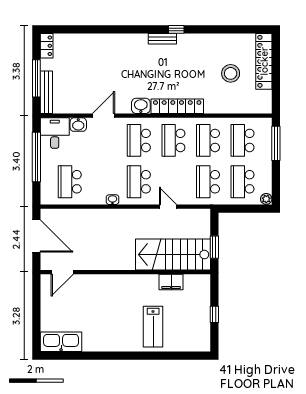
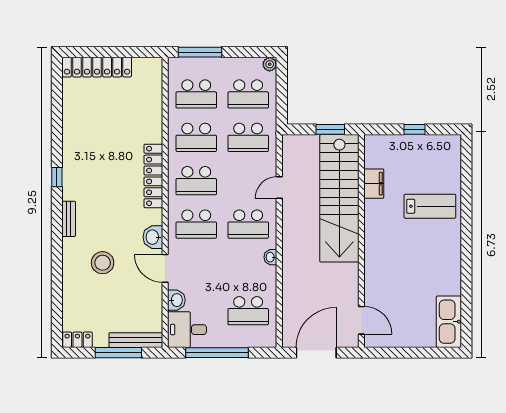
bench: (162, 39) -> (69, 219), moved
stool: (231, 73) -> (103, 263), moved
washbasin: (141, 106) -> (153, 237), moved
stairs: (173, 255) -> (339, 198), width x1.36

